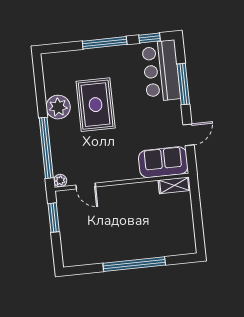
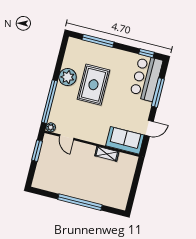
window: (105, 43) -> (98, 41), moved
shelving: (174, 185) -> (107, 154), moved

